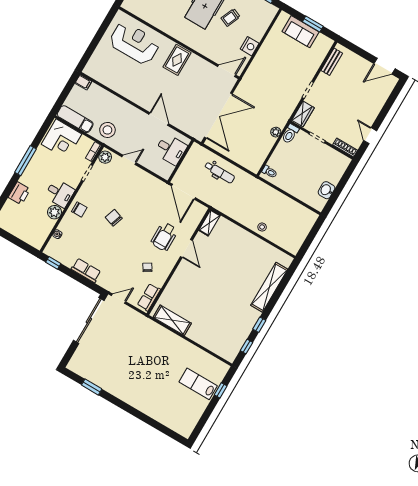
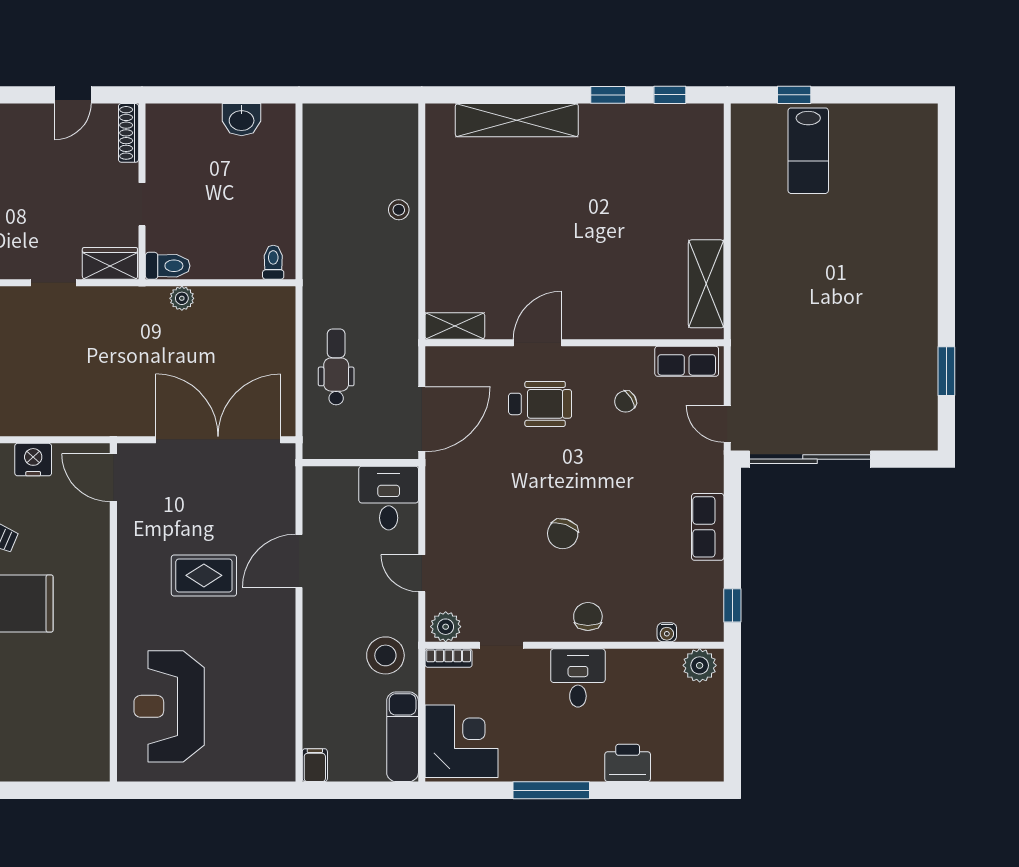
rug: (177, 60) -> (204, 575), moved
desk: (171, 149) -> (389, 498), moved
plant: (54, 212) -> (700, 665), moved

